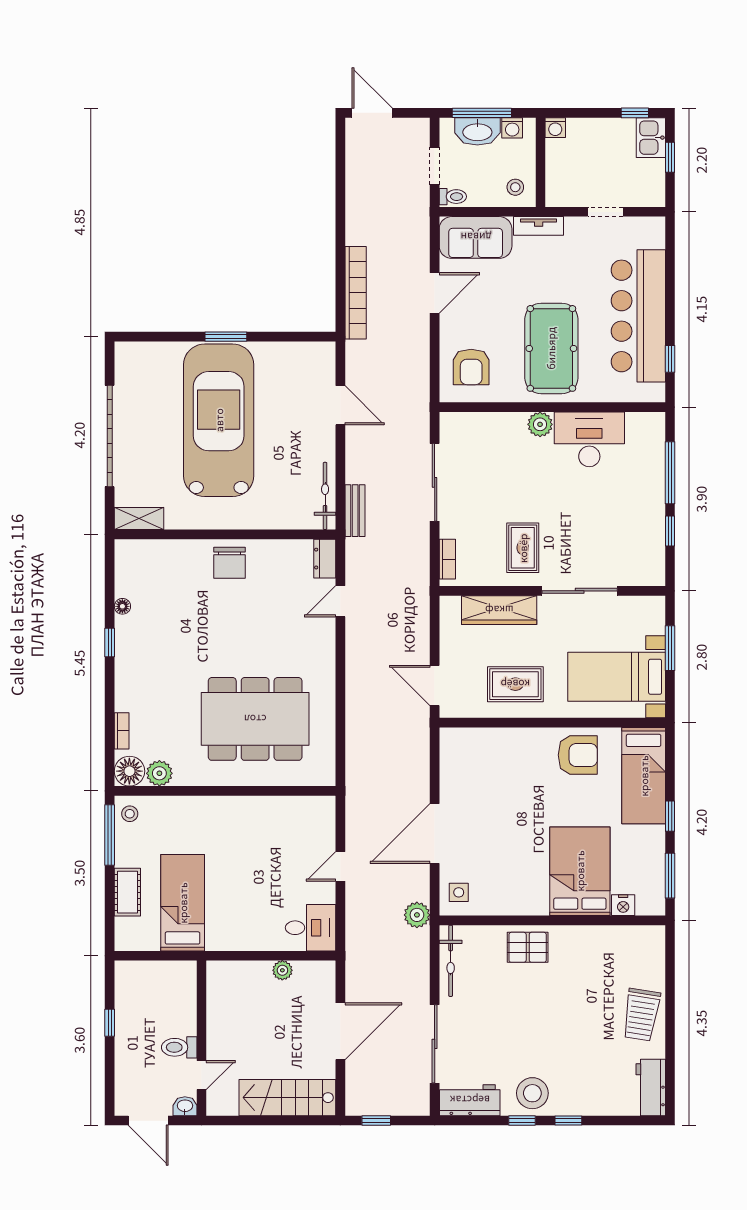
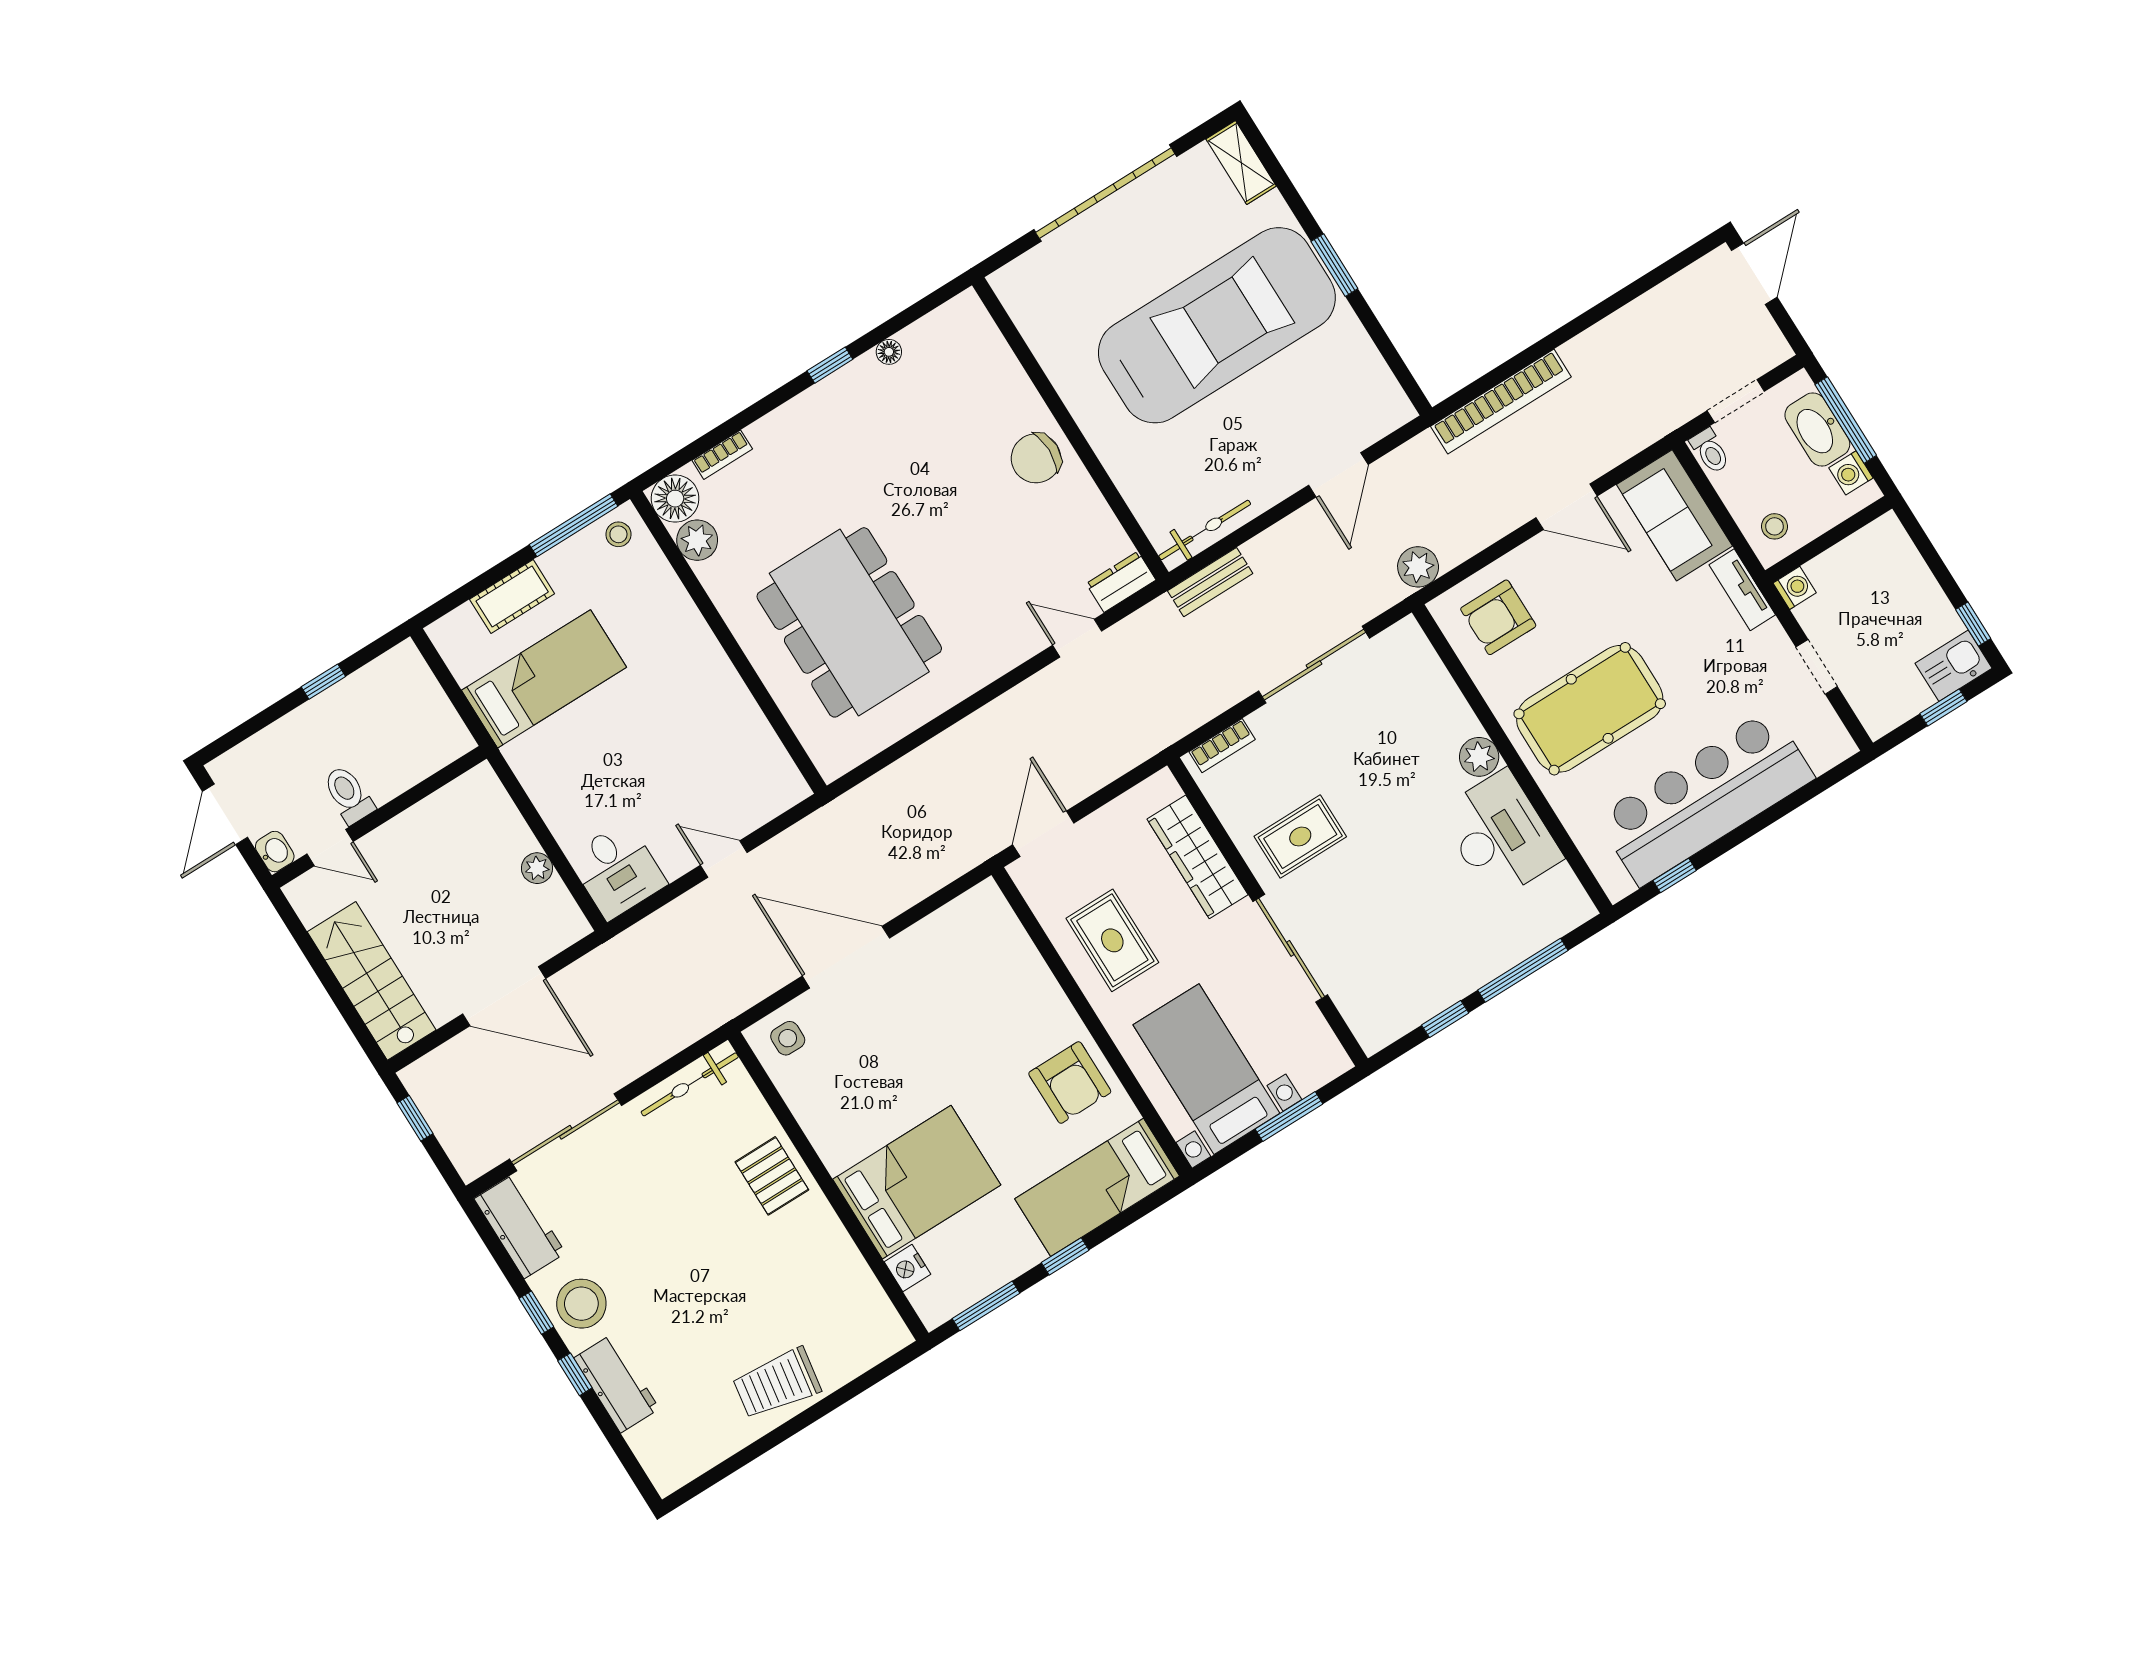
washing machine: (555, 128) -> (1795, 588), moved, turned 180
shelving: (139, 519) -> (1241, 163), moved
plant: (417, 915) -> (1418, 567), moved
workbench: (651, 1087) -> (616, 1383), moved, turned 90

